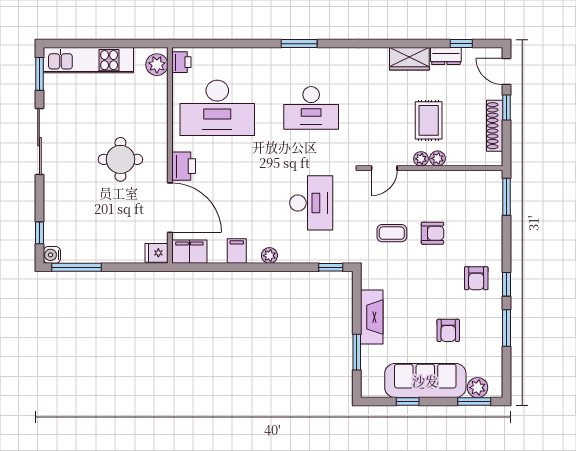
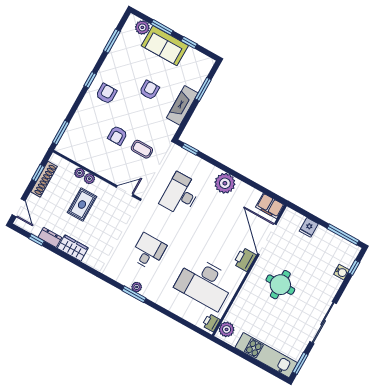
plant: (301, 55) -> (137, 287), added
window: (506, 107) -> (38, 173), moved
desk: (217, 108) -> (205, 283), turned 180
desk: (311, 108) -> (148, 252), width x0.73
plant: (421, 159) -> (80, 173), moved
armchair: (432, 233) -> (117, 135), turned -90
filing cabinet: (237, 251) -> (241, 190), removed
fridge: (156, 253) -> (309, 227), moved, turned 90
water cooler: (52, 255) -> (342, 272), moved
plant: (269, 256) -> (225, 183), width x1.87, depth x1.87
window: (506, 328) -> (112, 41), moved
armchair: (448, 330) -> (149, 90), moved
sofa: (425, 381) -> (165, 46), width x0.73
window: (474, 402) -> (162, 27), moved

